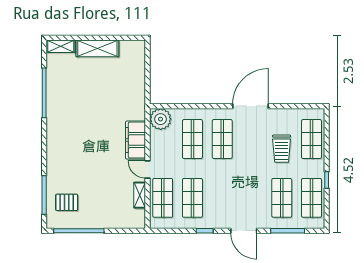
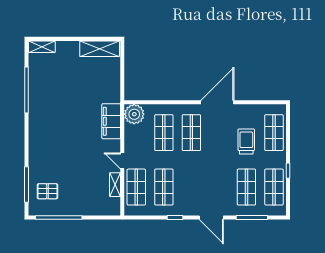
shelving: (97, 48) -> (100, 49), moved
filing cabinet: (136, 140) -> (111, 121), moved
trolley: (282, 149) -> (246, 142), turned 180

